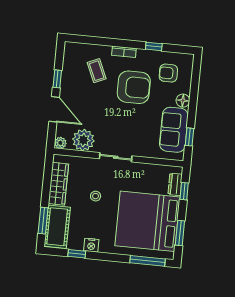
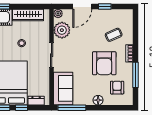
window: (154, 46) -> (136, 75), width x2.17
sofa: (174, 130) -> (63, 88), moved, turned 90
window: (190, 137) -> (72, 108), width x2.17
window: (184, 191) -> (21, 108), moved

